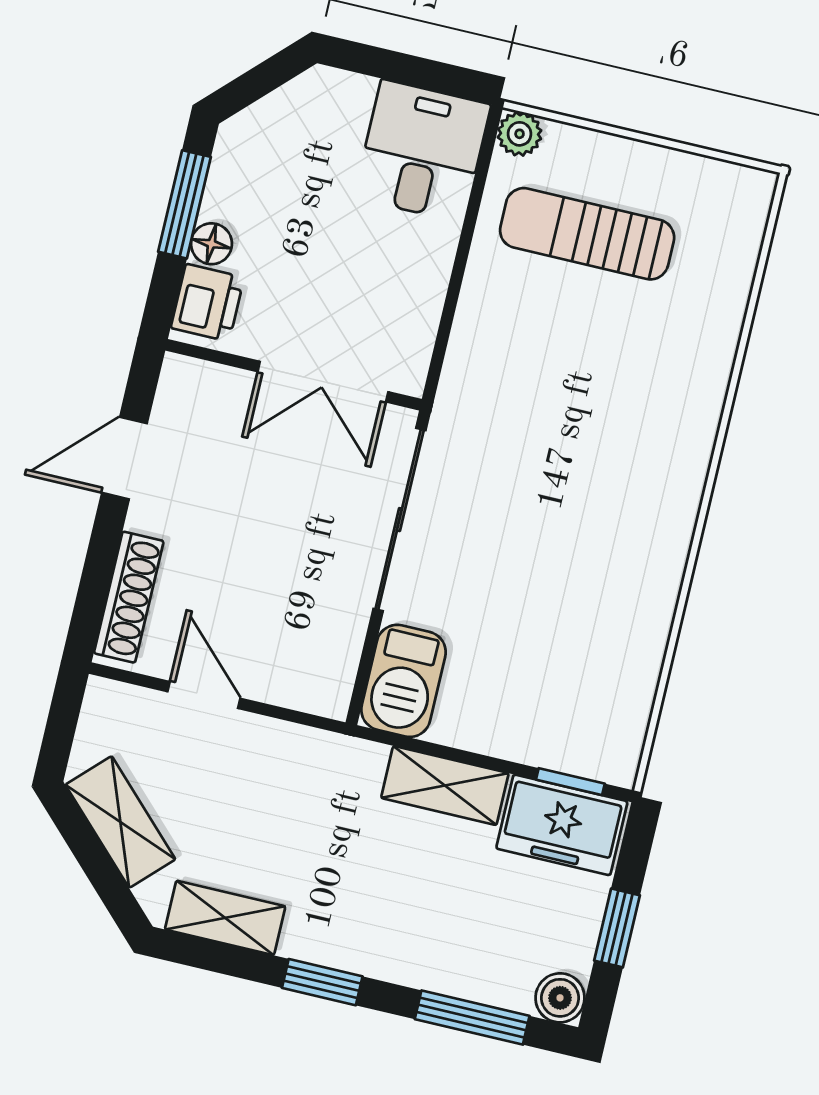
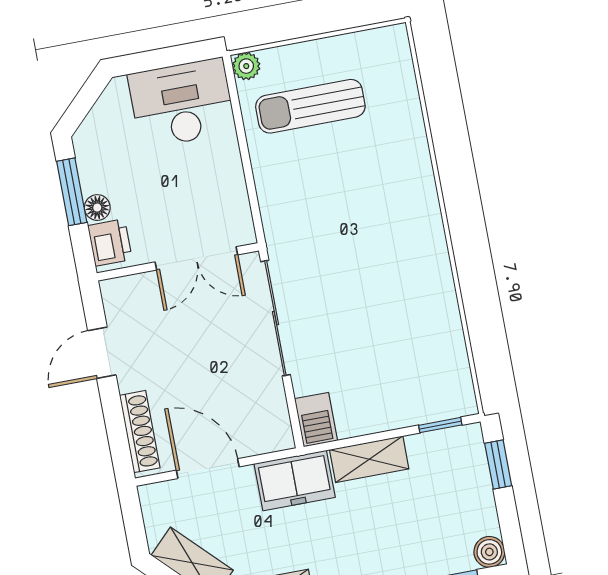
desk: (422, 151) -> (182, 103), width x1.37
barbecue: (404, 681) -> (316, 420), width x0.73, depth x0.79
door: (204, 695) -> (208, 469), width x1.38
freezer: (562, 825) -> (295, 481), moved
window: (617, 928) -> (498, 464), moved

